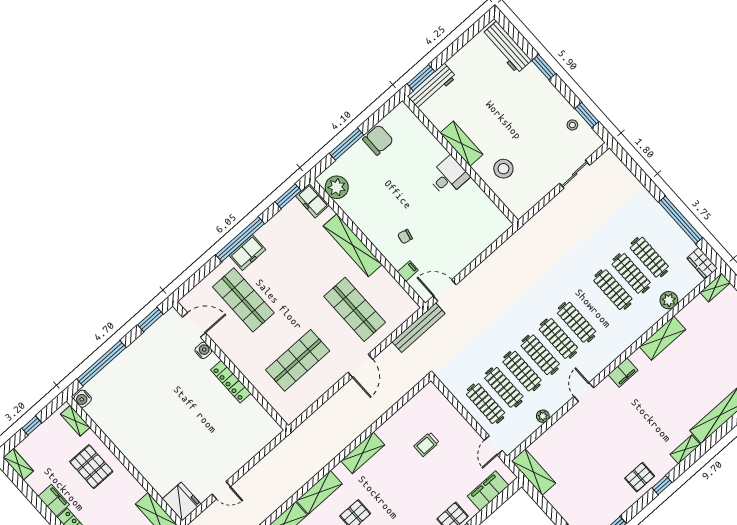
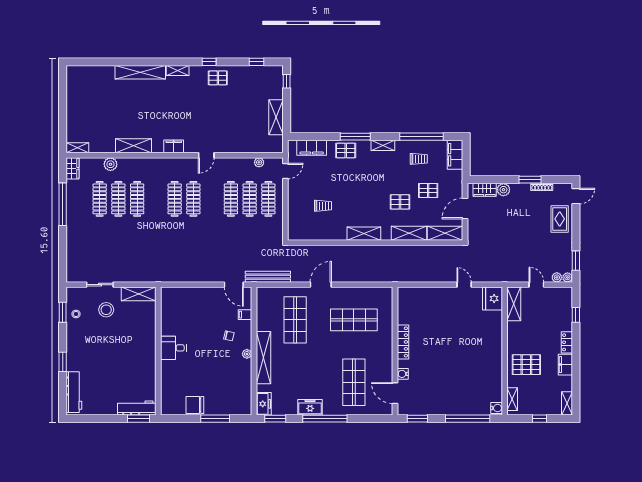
shelving: (462, 144) -> (139, 294), moved, turned 90
stool: (503, 169) -> (106, 310), moved
plant: (337, 187) -> (247, 354), moved, width x0.53, depth x0.53
freezer: (247, 253) -> (310, 407), moved
clothes rail: (540, 355) -> (212, 199), removed
plant: (543, 416) -> (259, 162), moved
pallet: (91, 467) -> (526, 365), turned 90
shelving: (534, 472) -> (276, 117), moved

